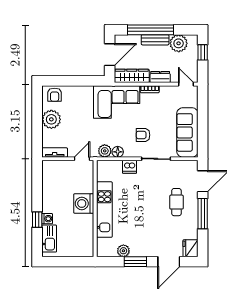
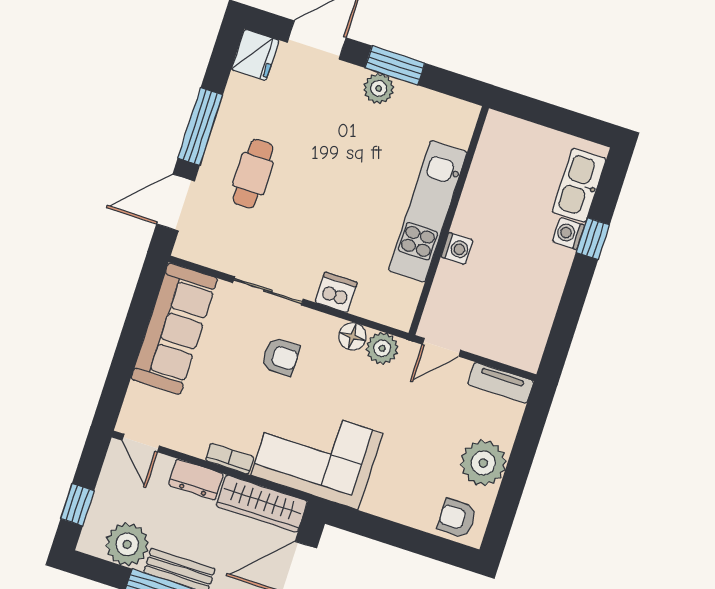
armchair: (55, 95) -> (457, 518), turned -90
washing machine: (84, 203) -> (457, 248), width x0.53, depth x0.53
plant: (123, 251) -> (379, 88), moved

